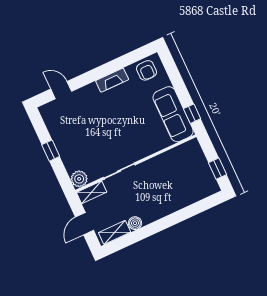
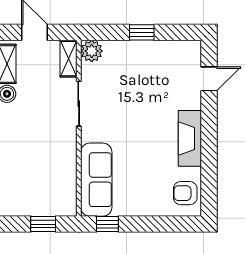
fireplace: (112, 80) -> (190, 138), width x1.37, depth x1.32
sofa: (173, 114) -> (96, 180), moved, turned 90
window: (217, 169) -> (43, 224), moved

